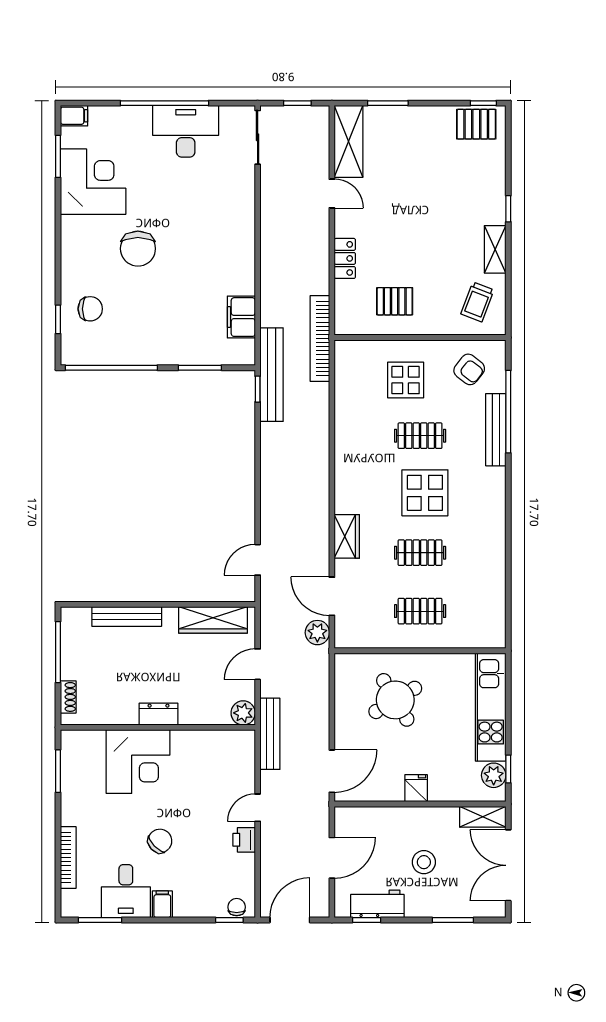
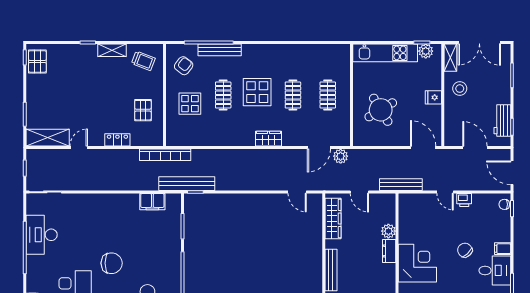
wardrobe: (347, 536) -> (268, 139), moved
plant: (243, 713) -> (388, 231), moved
stool: (424, 862) -> (460, 89), moved

